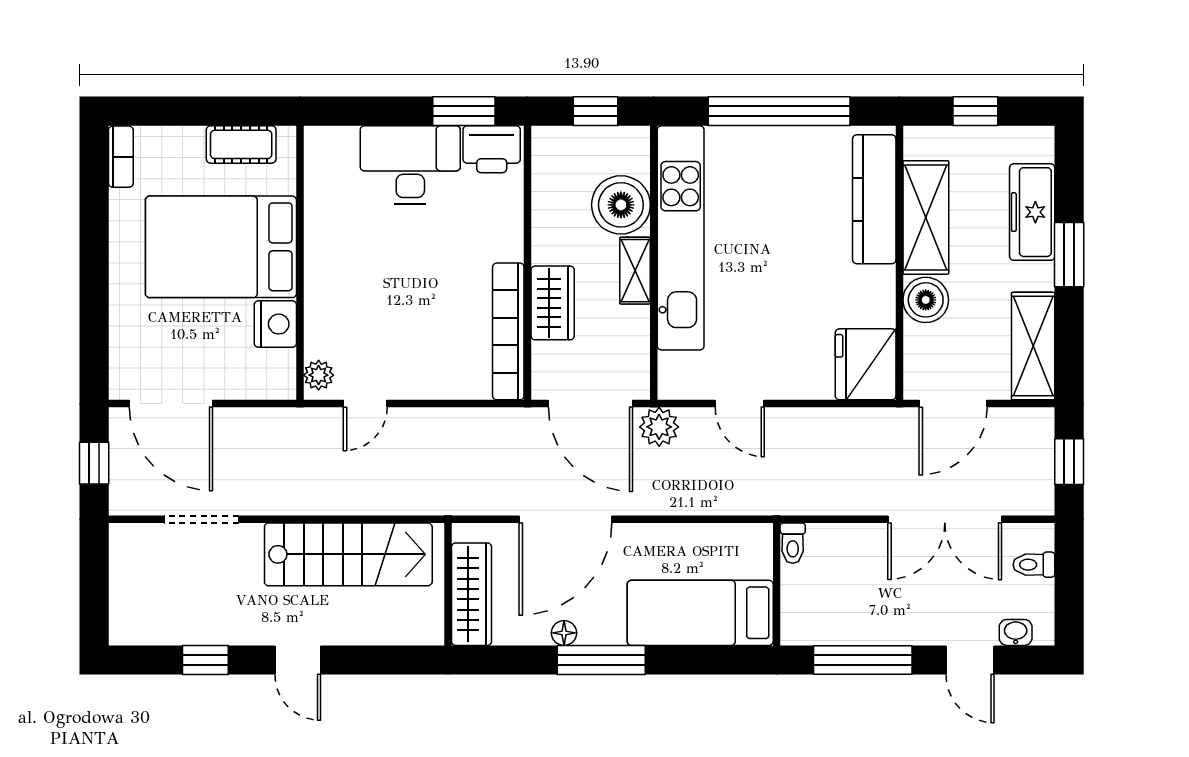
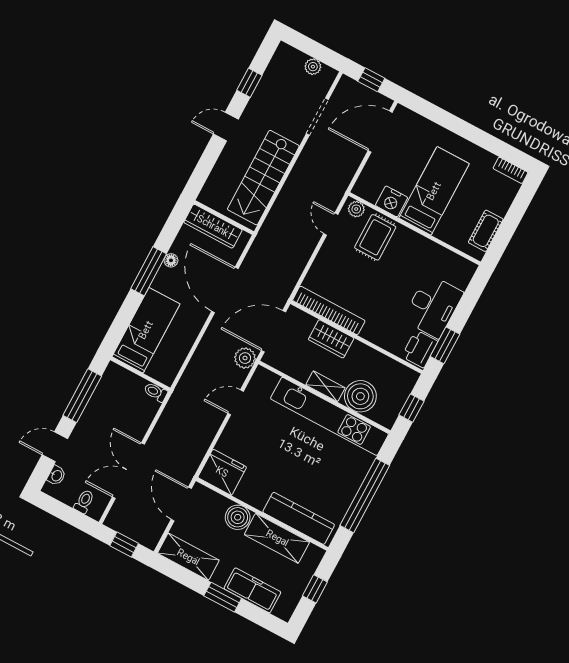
bed: (221, 247) -> (434, 191), width x0.67
rug: (348, 319) -> (375, 237), added
plant: (124, 570) -> (313, 67), added

